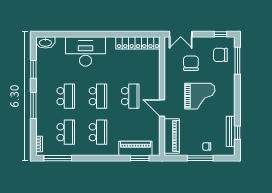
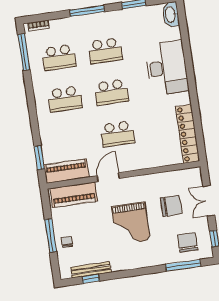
double door: (181, 34) -> (209, 201), moved
piano: (135, 148) -> (66, 171), moved, turned -90

